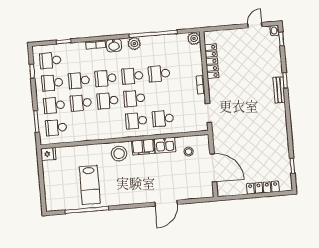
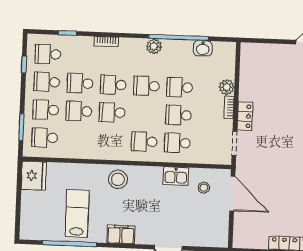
plant: (194, 38) -> (227, 87), moved
washbasin: (114, 45) -> (203, 48), moved
locker: (212, 61) -> (245, 116), moved, width x0.66
school desk: (134, 98) -> (179, 115), moved
filing cabinet: (143, 147) -> (121, 234), moved, turned 180
fridge: (48, 154) -> (34, 176), width x1.88, depth x1.34
door: (213, 168) -> (232, 193), moved
lab bench: (90, 185) -> (77, 213), turned 180

